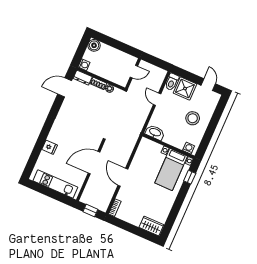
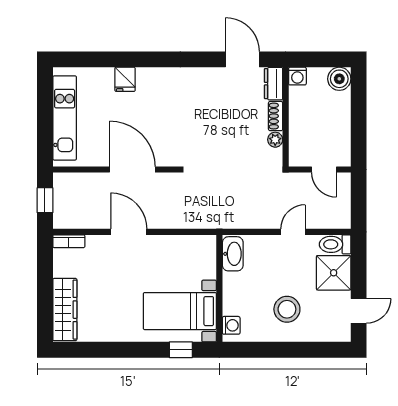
door: (123, 177) -> (129, 232), hinge flipped
wardrobe: (151, 226) -> (65, 310), width x1.50

